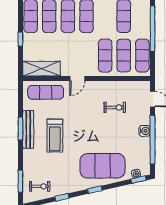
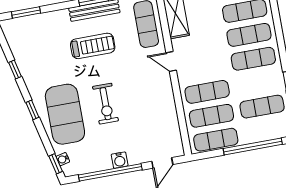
exercise bike: (115, 107) -> (106, 104), moved, width x1.38, depth x1.39
treadmill: (55, 136) -> (93, 46), turned 180
exercise bike: (40, 186) -> (24, 38), removed

